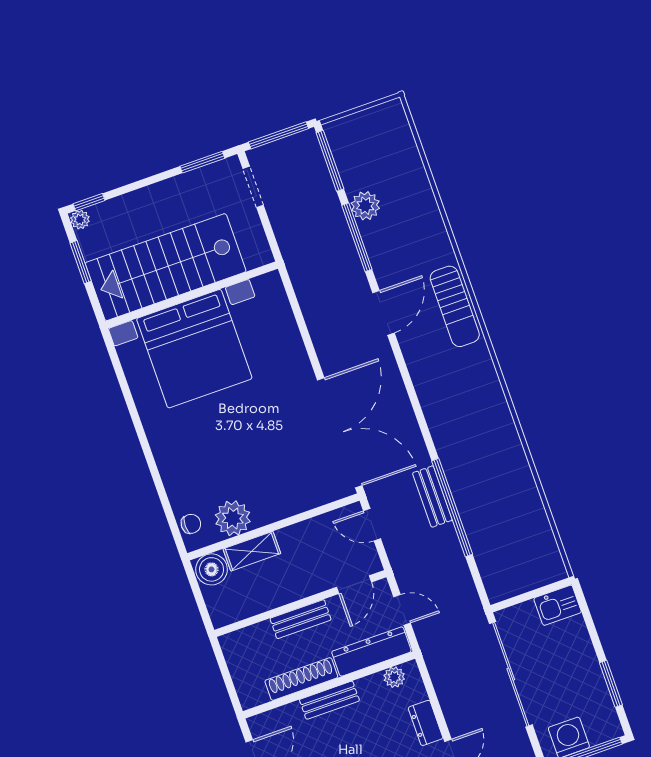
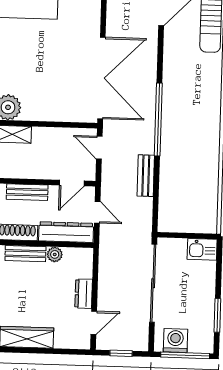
bench: (432, 497) -> (146, 176), moved
window: (452, 508) -> (158, 119), moved
plant: (394, 677) -> (55, 254), moved

